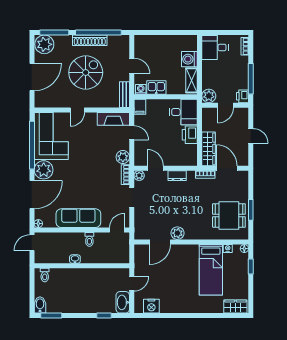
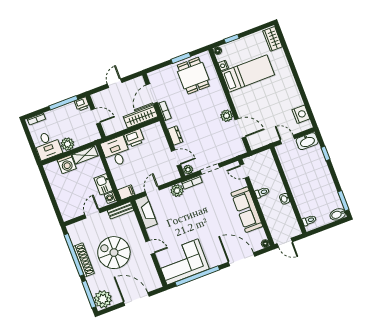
plant: (209, 96) -> (67, 144), moved
door: (155, 168) -> (176, 158), swing flipped
plant: (44, 170) -> (215, 257), removed

